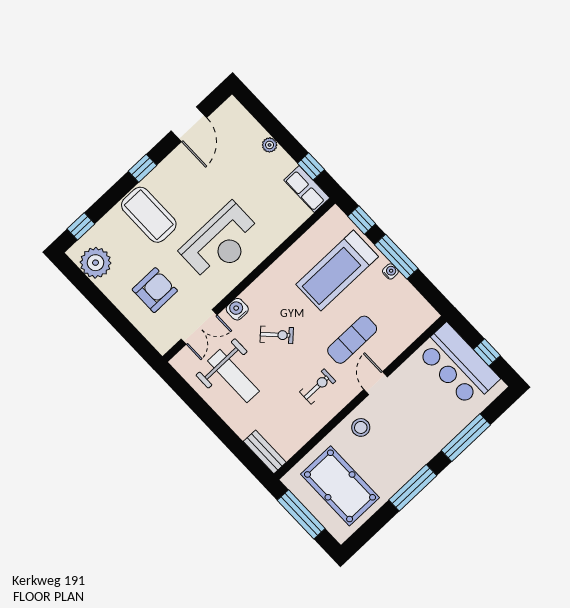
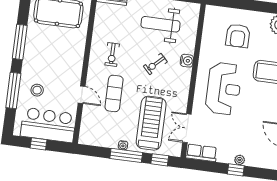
window: (311, 166) -> (236, 170), moved
reception desk: (221, 242) -> (224, 89), turned 180
double door: (199, 327) -> (187, 128), moved
door: (376, 383) -> (82, 95), moved
stool: (361, 427) -> (37, 90), moved

